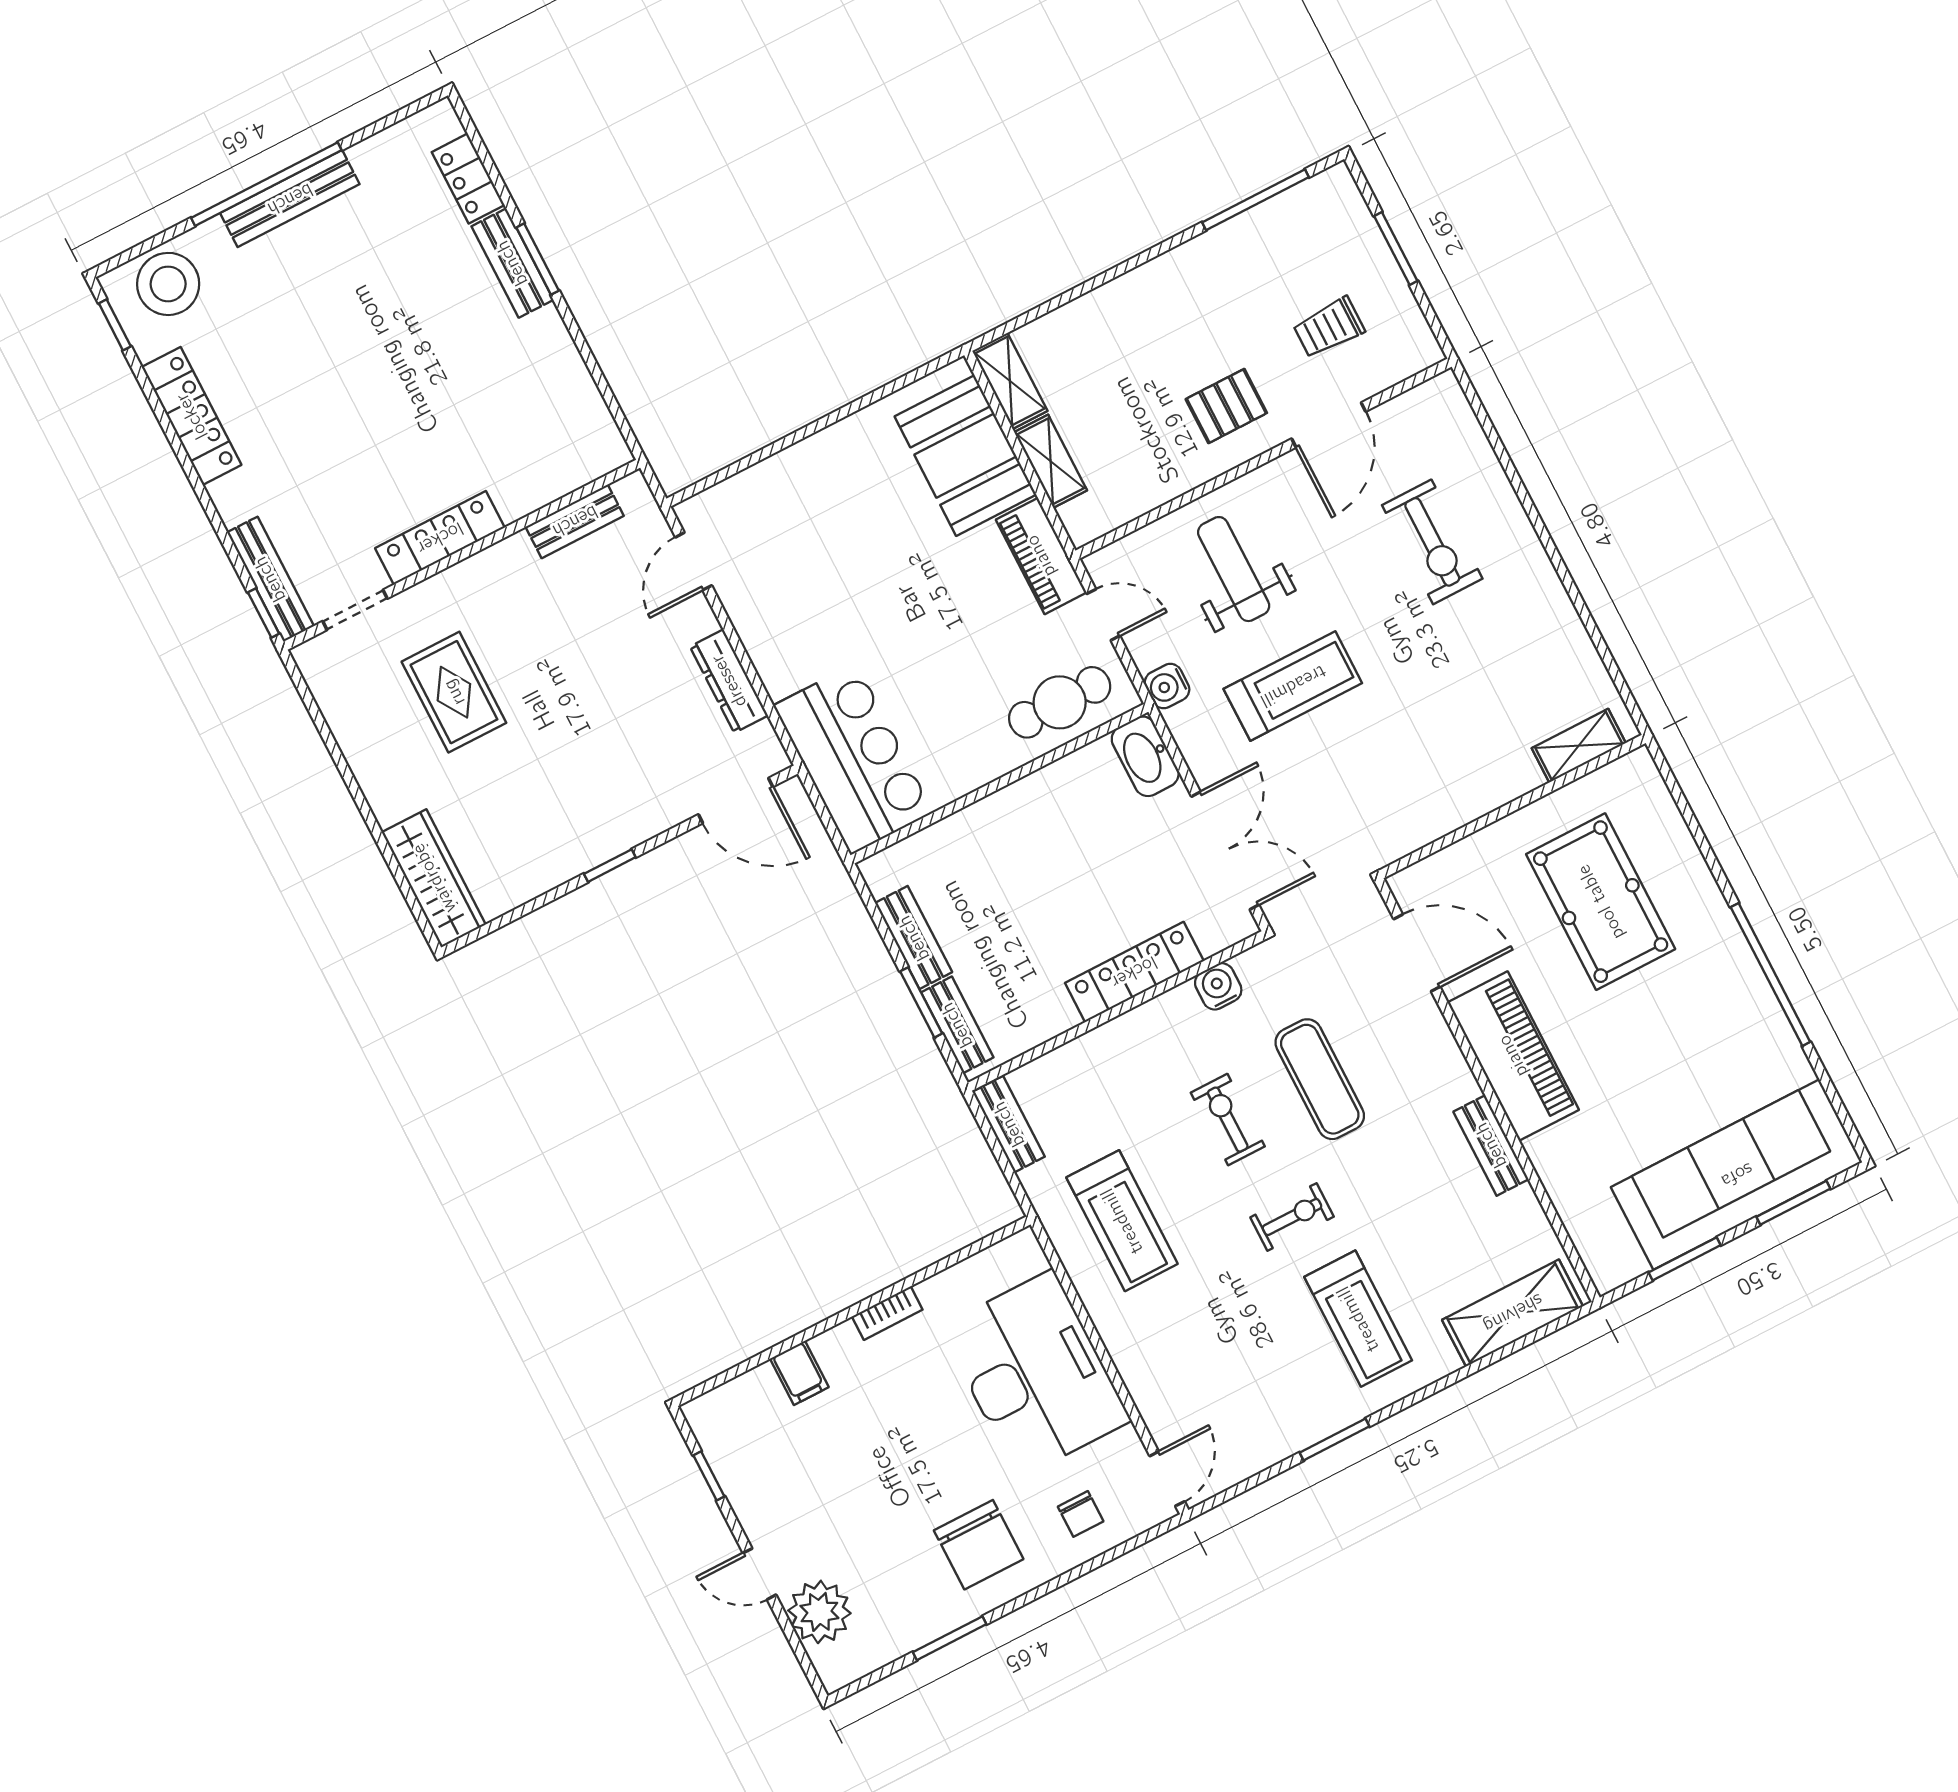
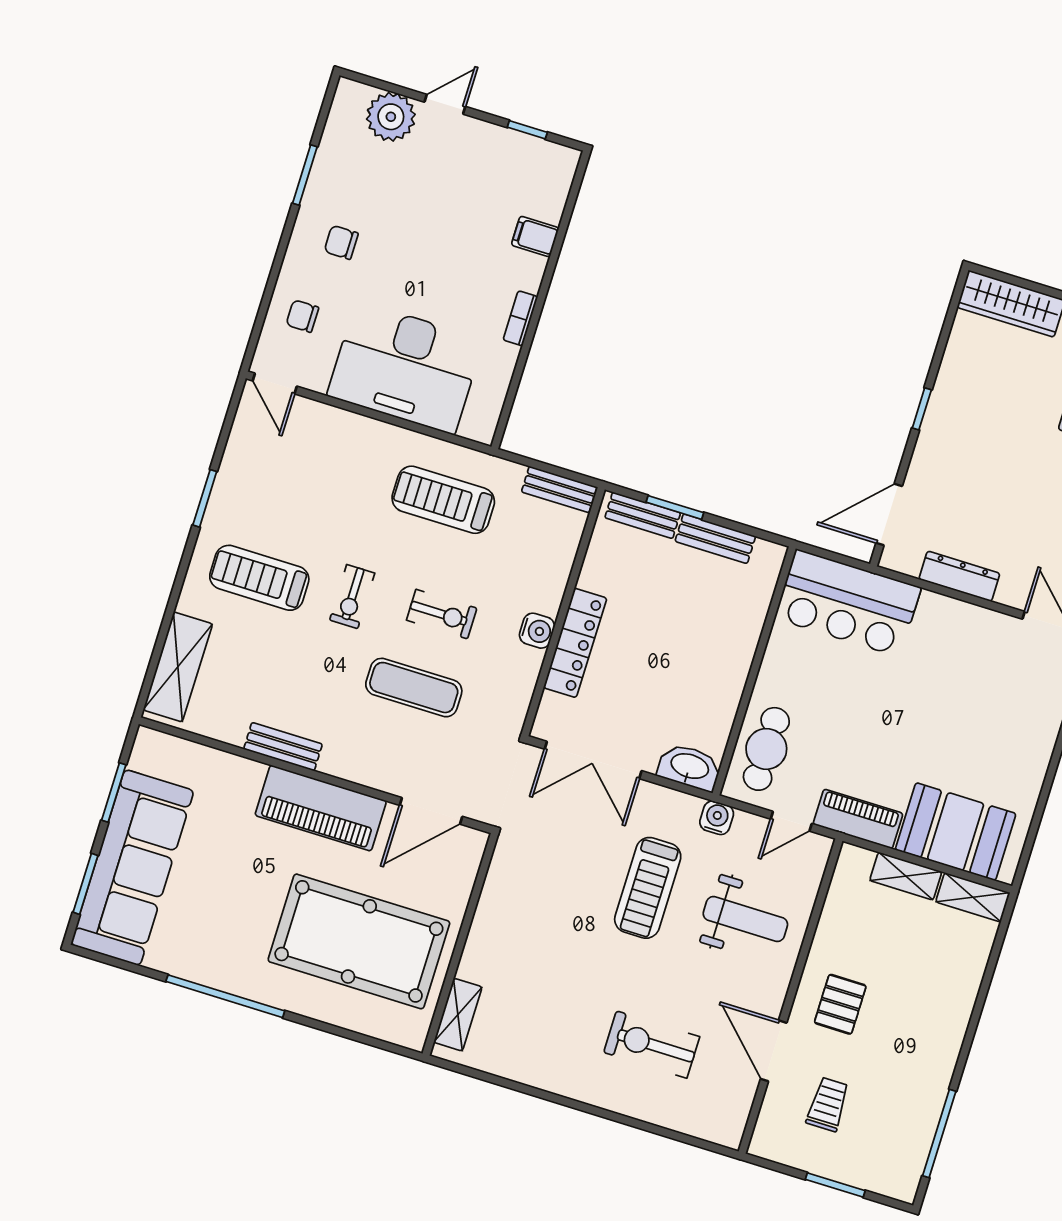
pool table: (1601, 902) -> (359, 941), width x1.36, depth x1.32
water cooler: (1218, 986) -> (537, 631), moved
chair: (979, 1545) -> (341, 242), width x0.54, depth x0.54

